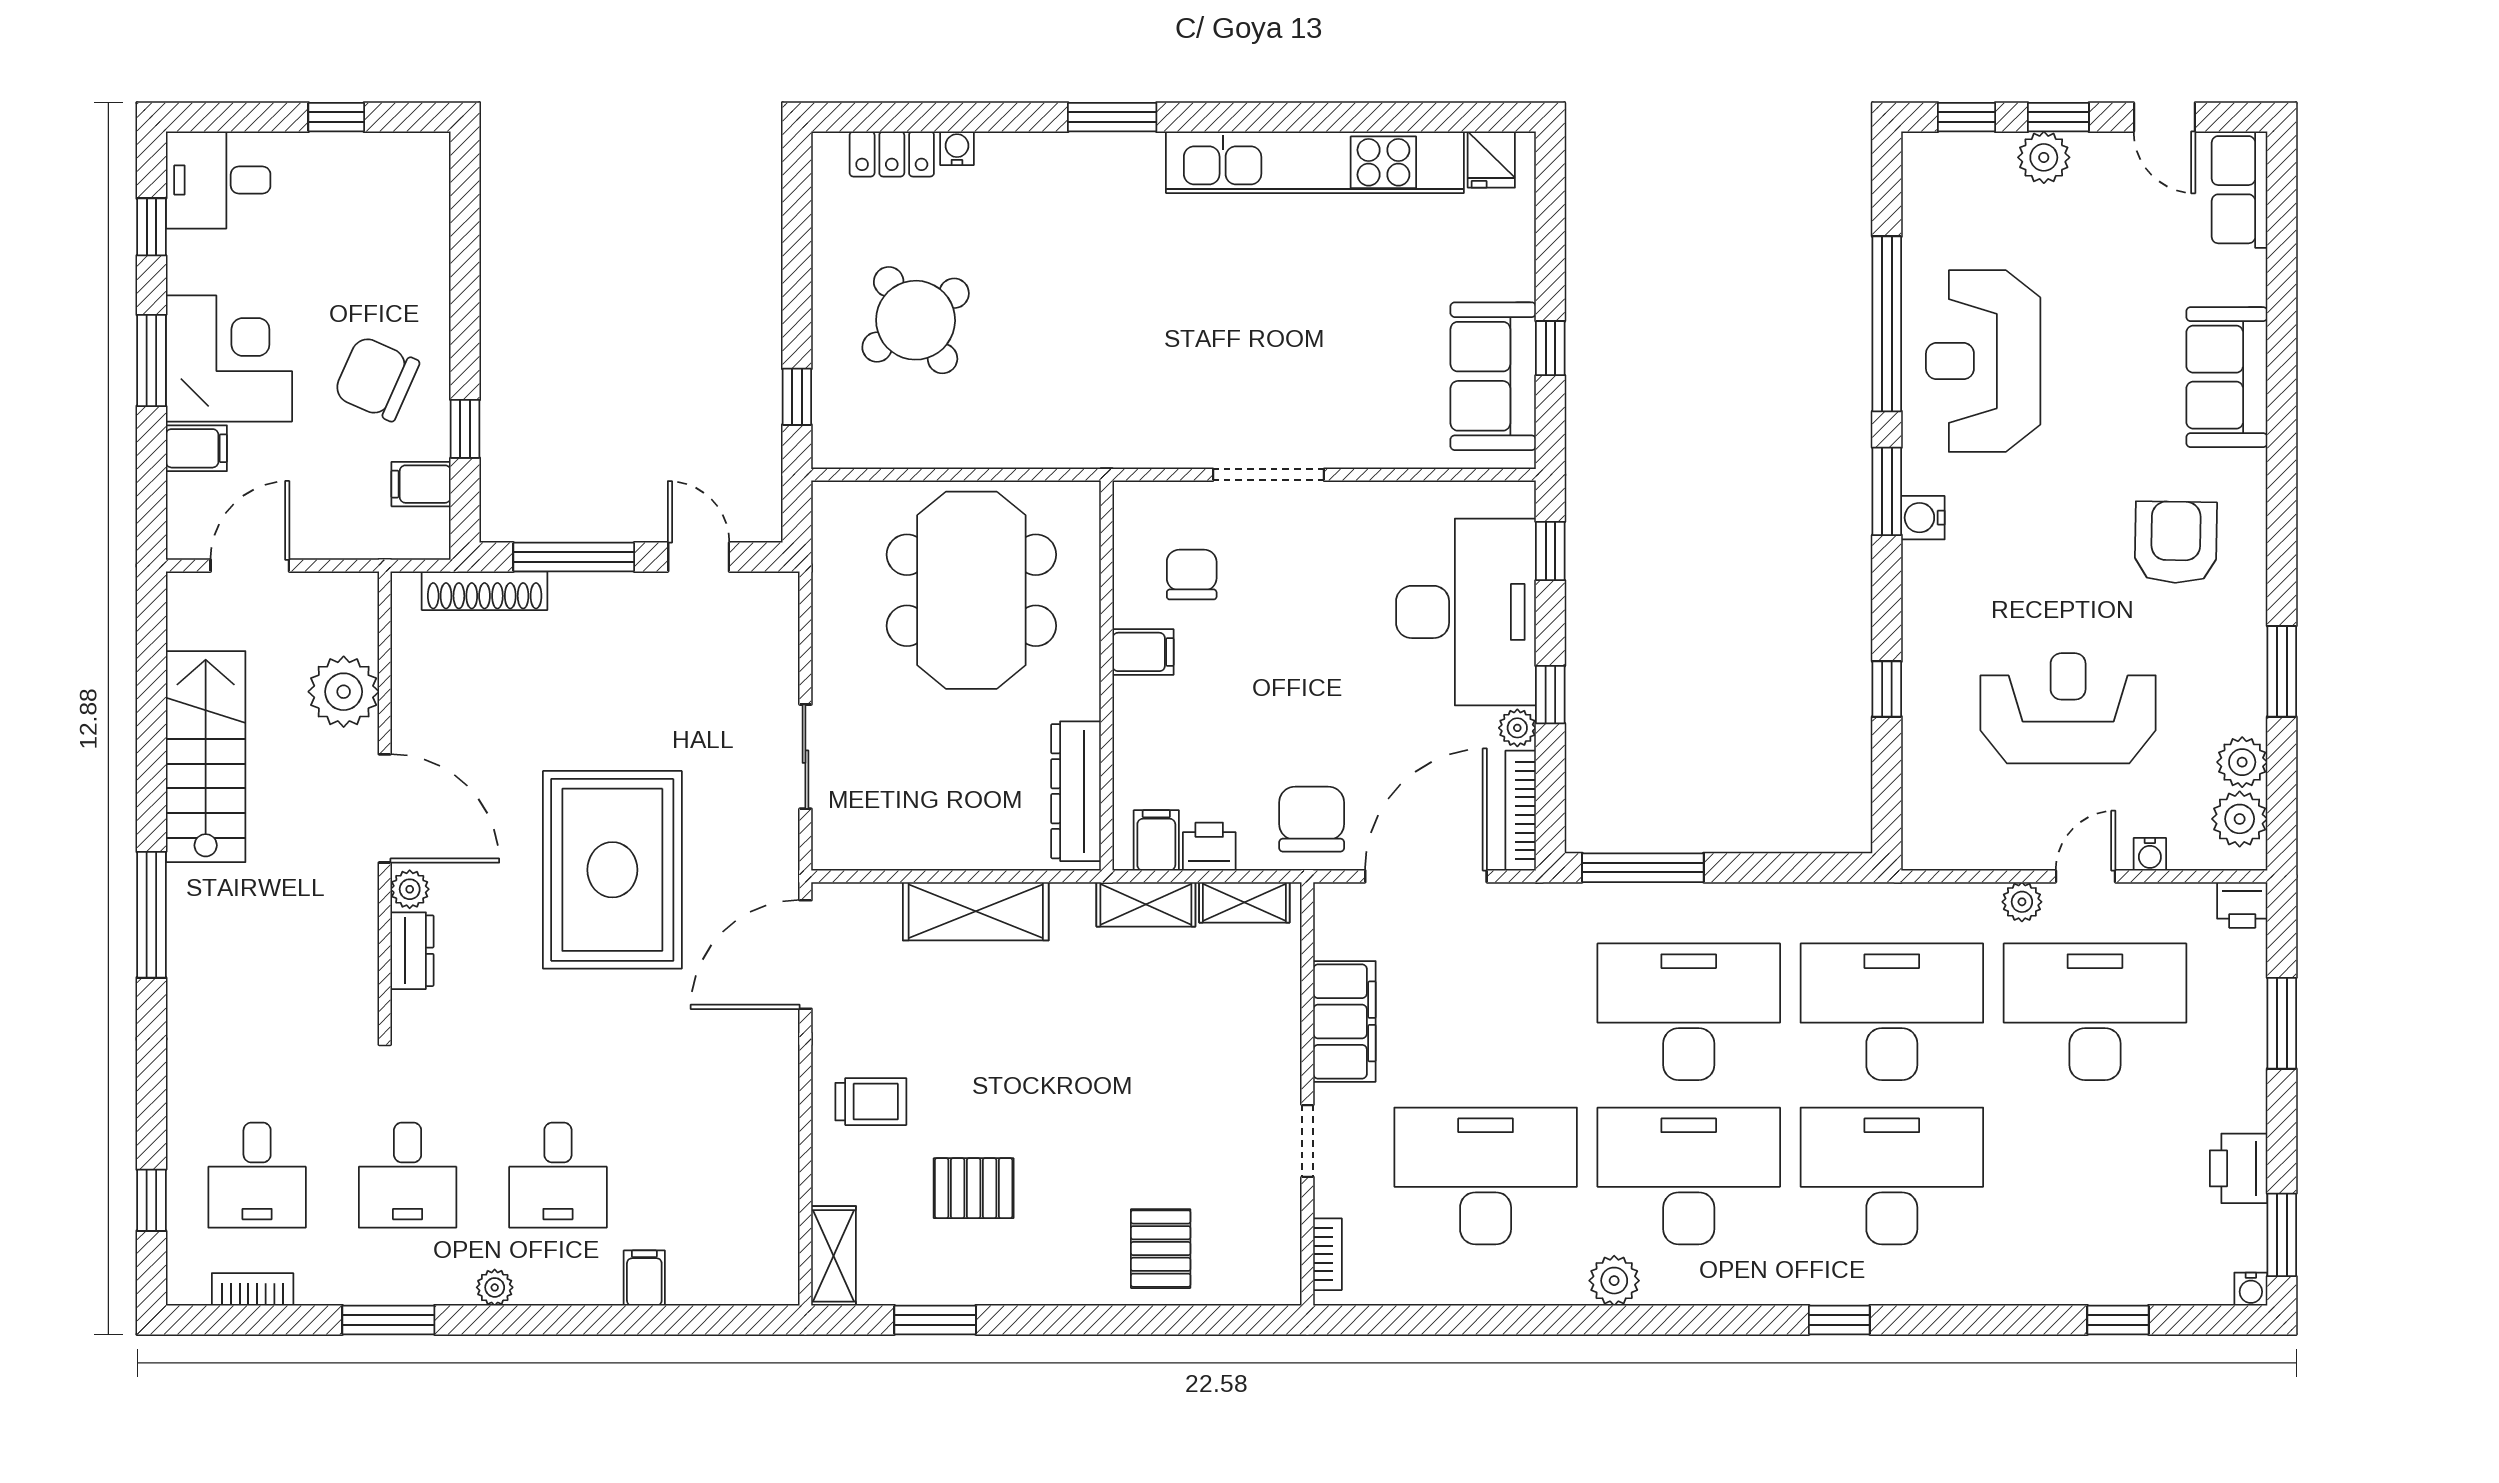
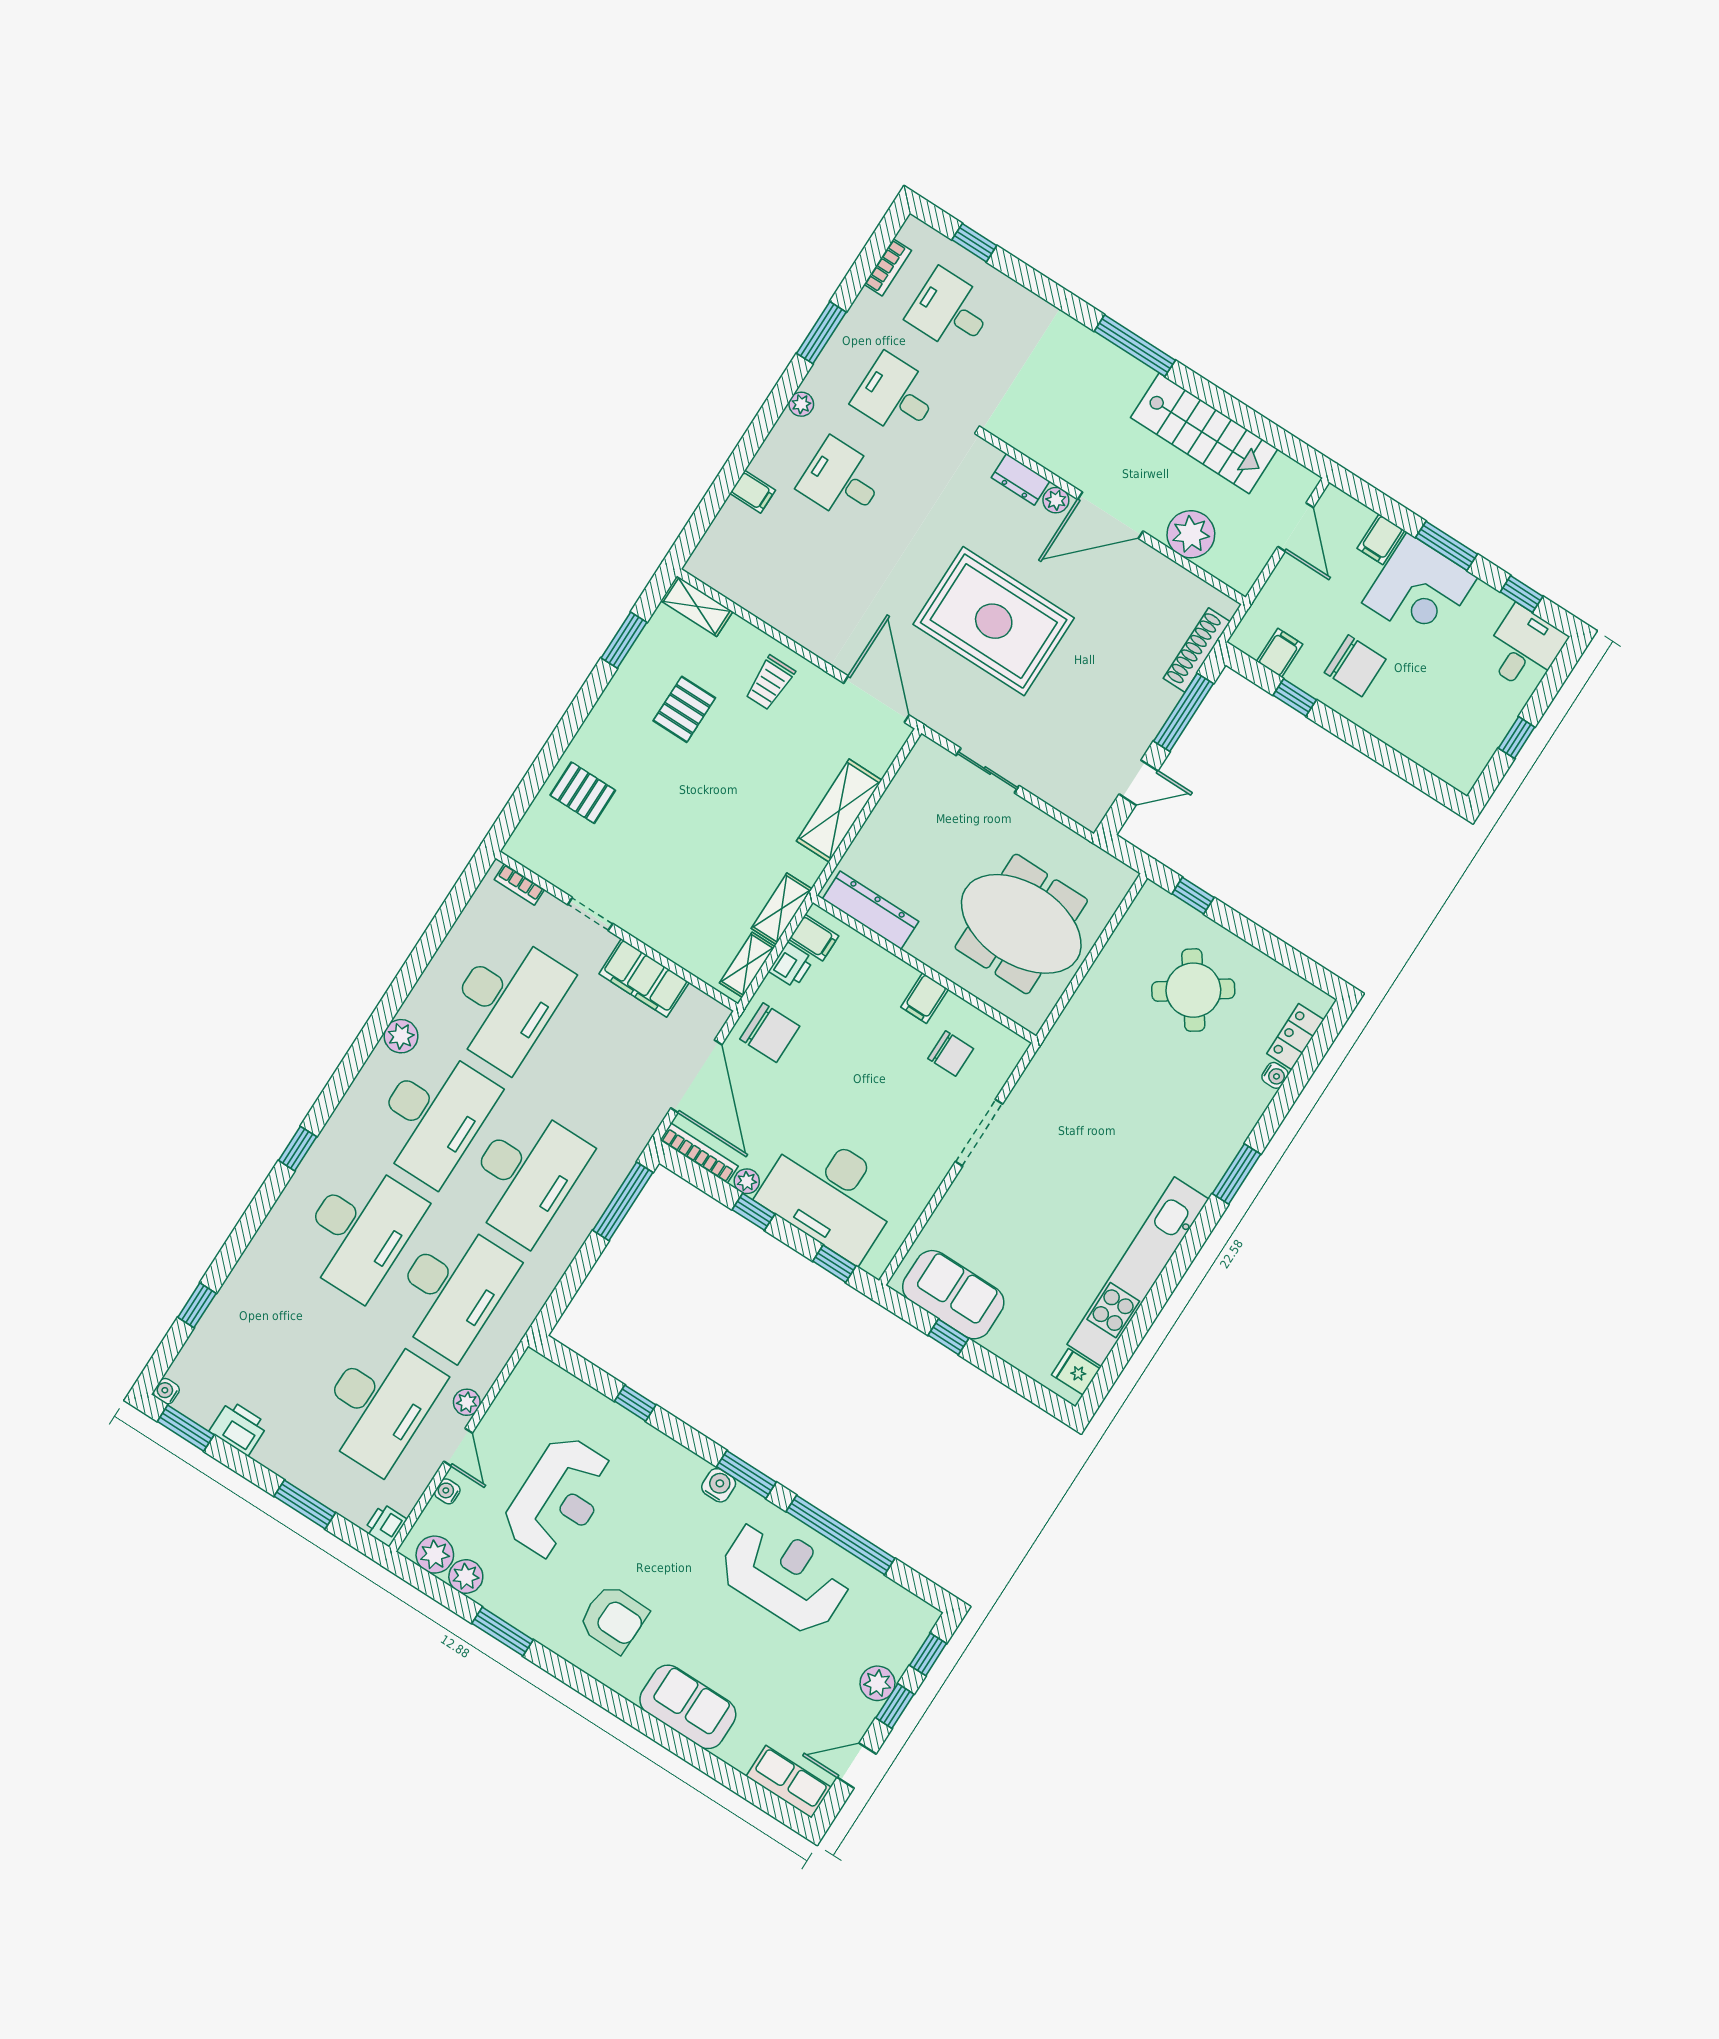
chair: (376, 378) -> (1355, 666), turned 66

